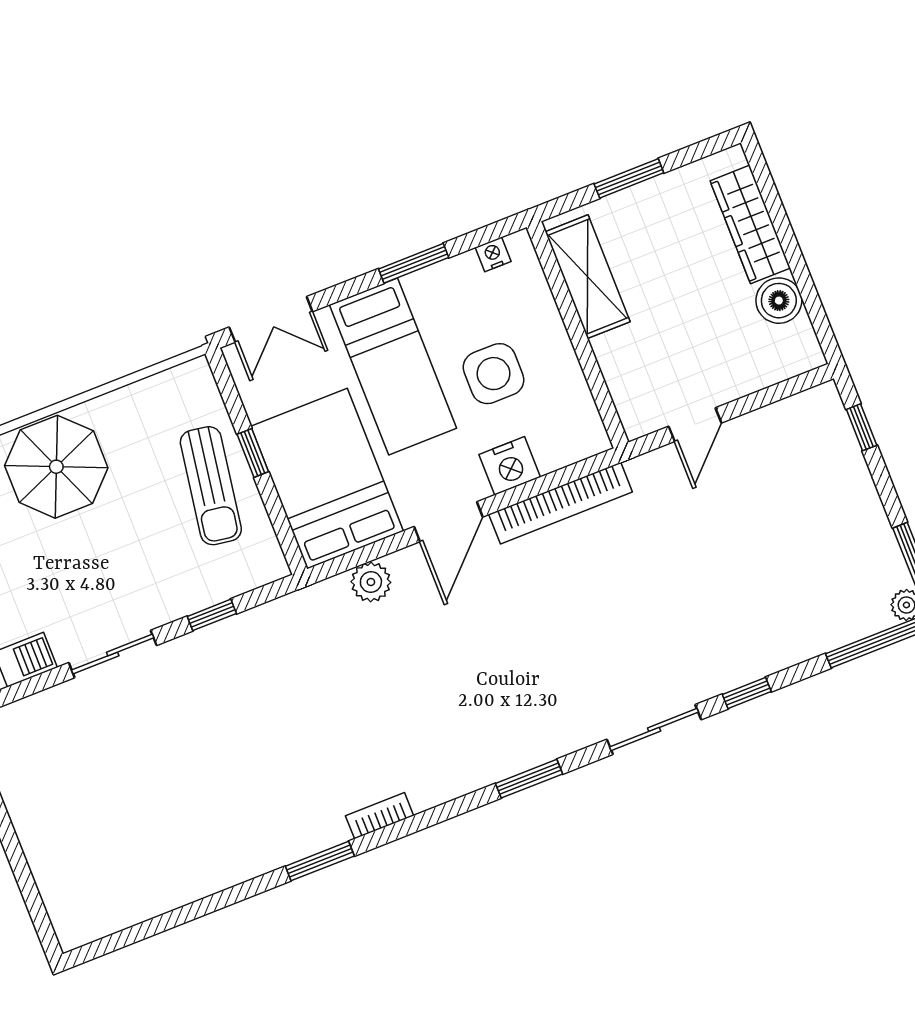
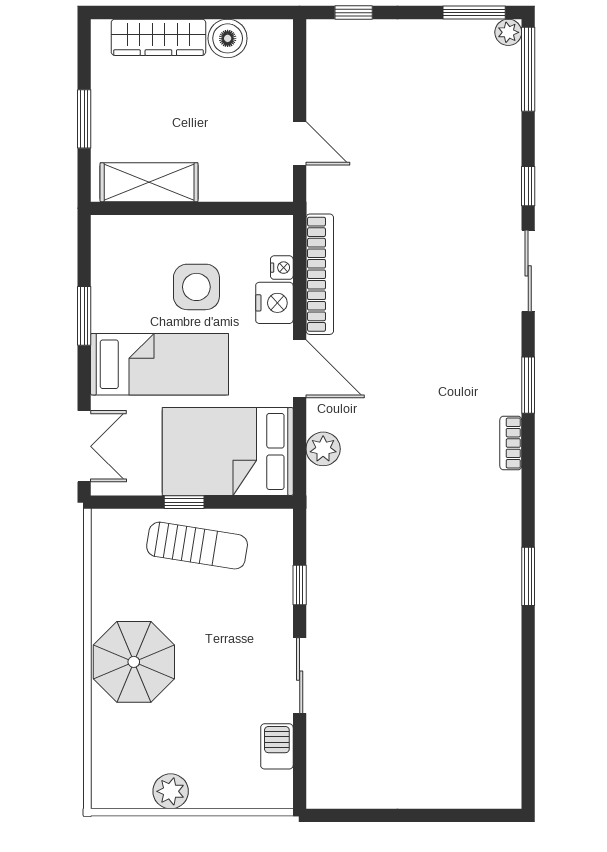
nightstand: (493, 254) -> (282, 268), moved, turned 180
bookcase: (380, 816) -> (511, 443), moved

